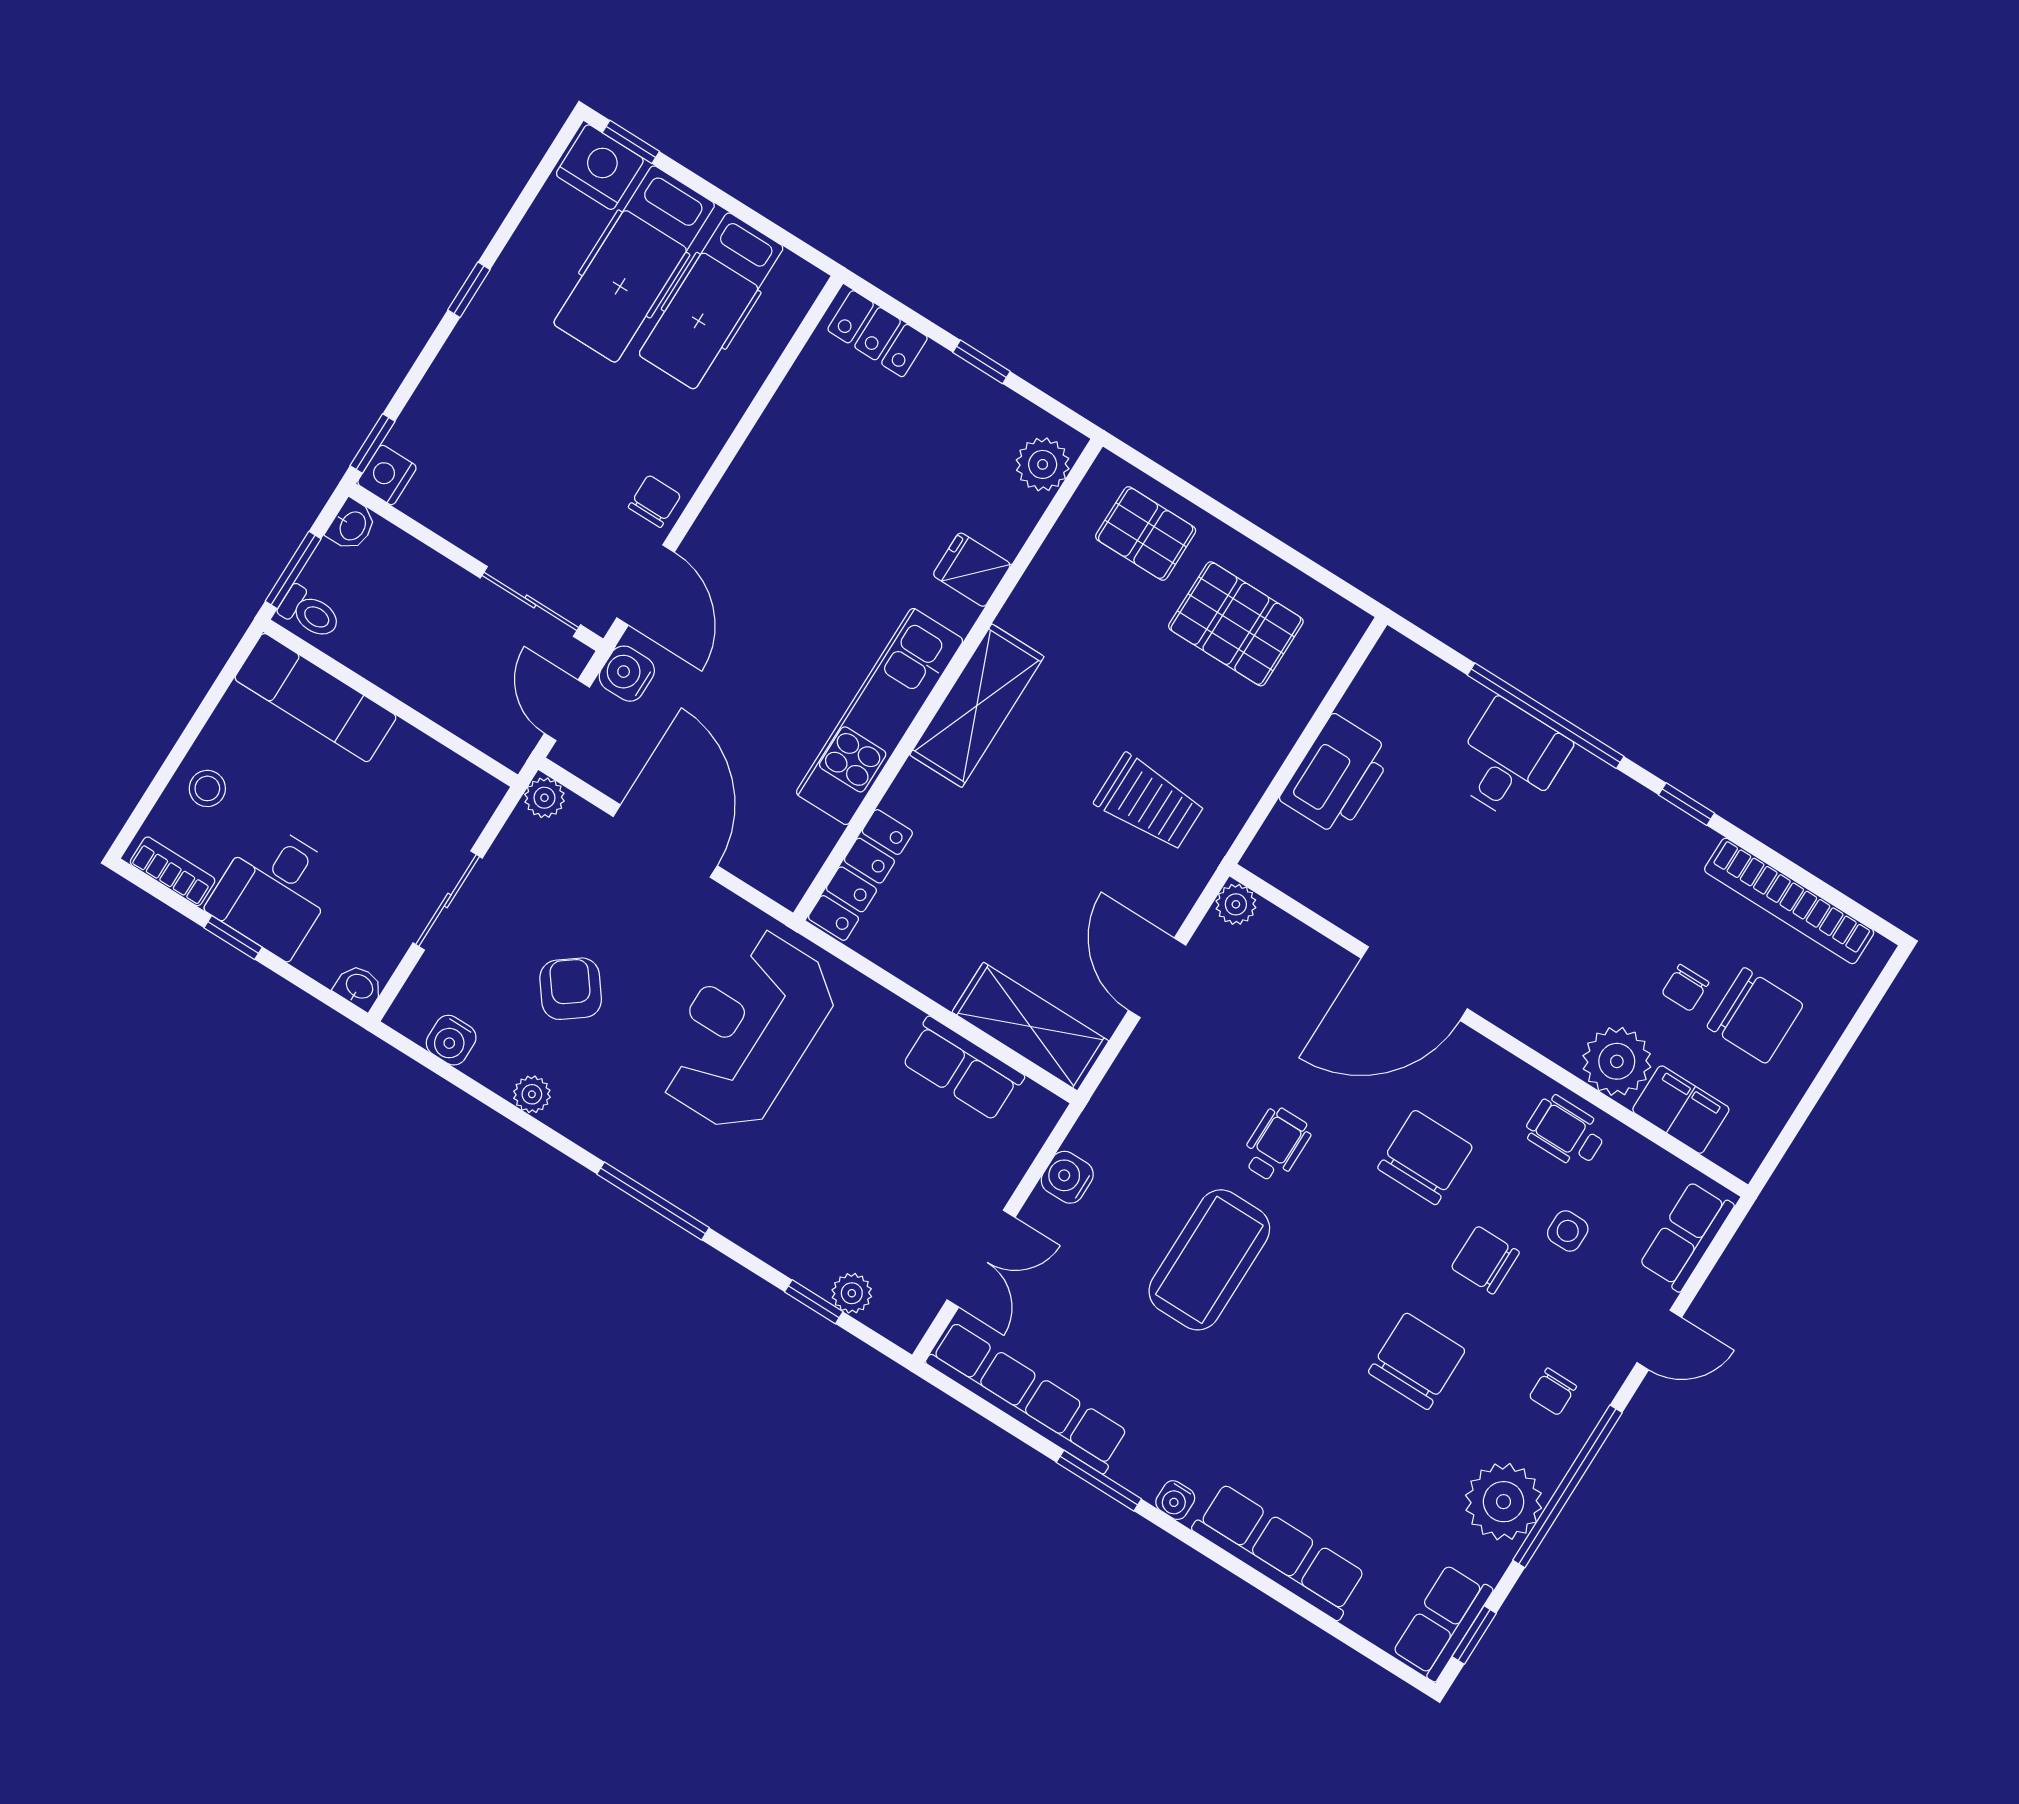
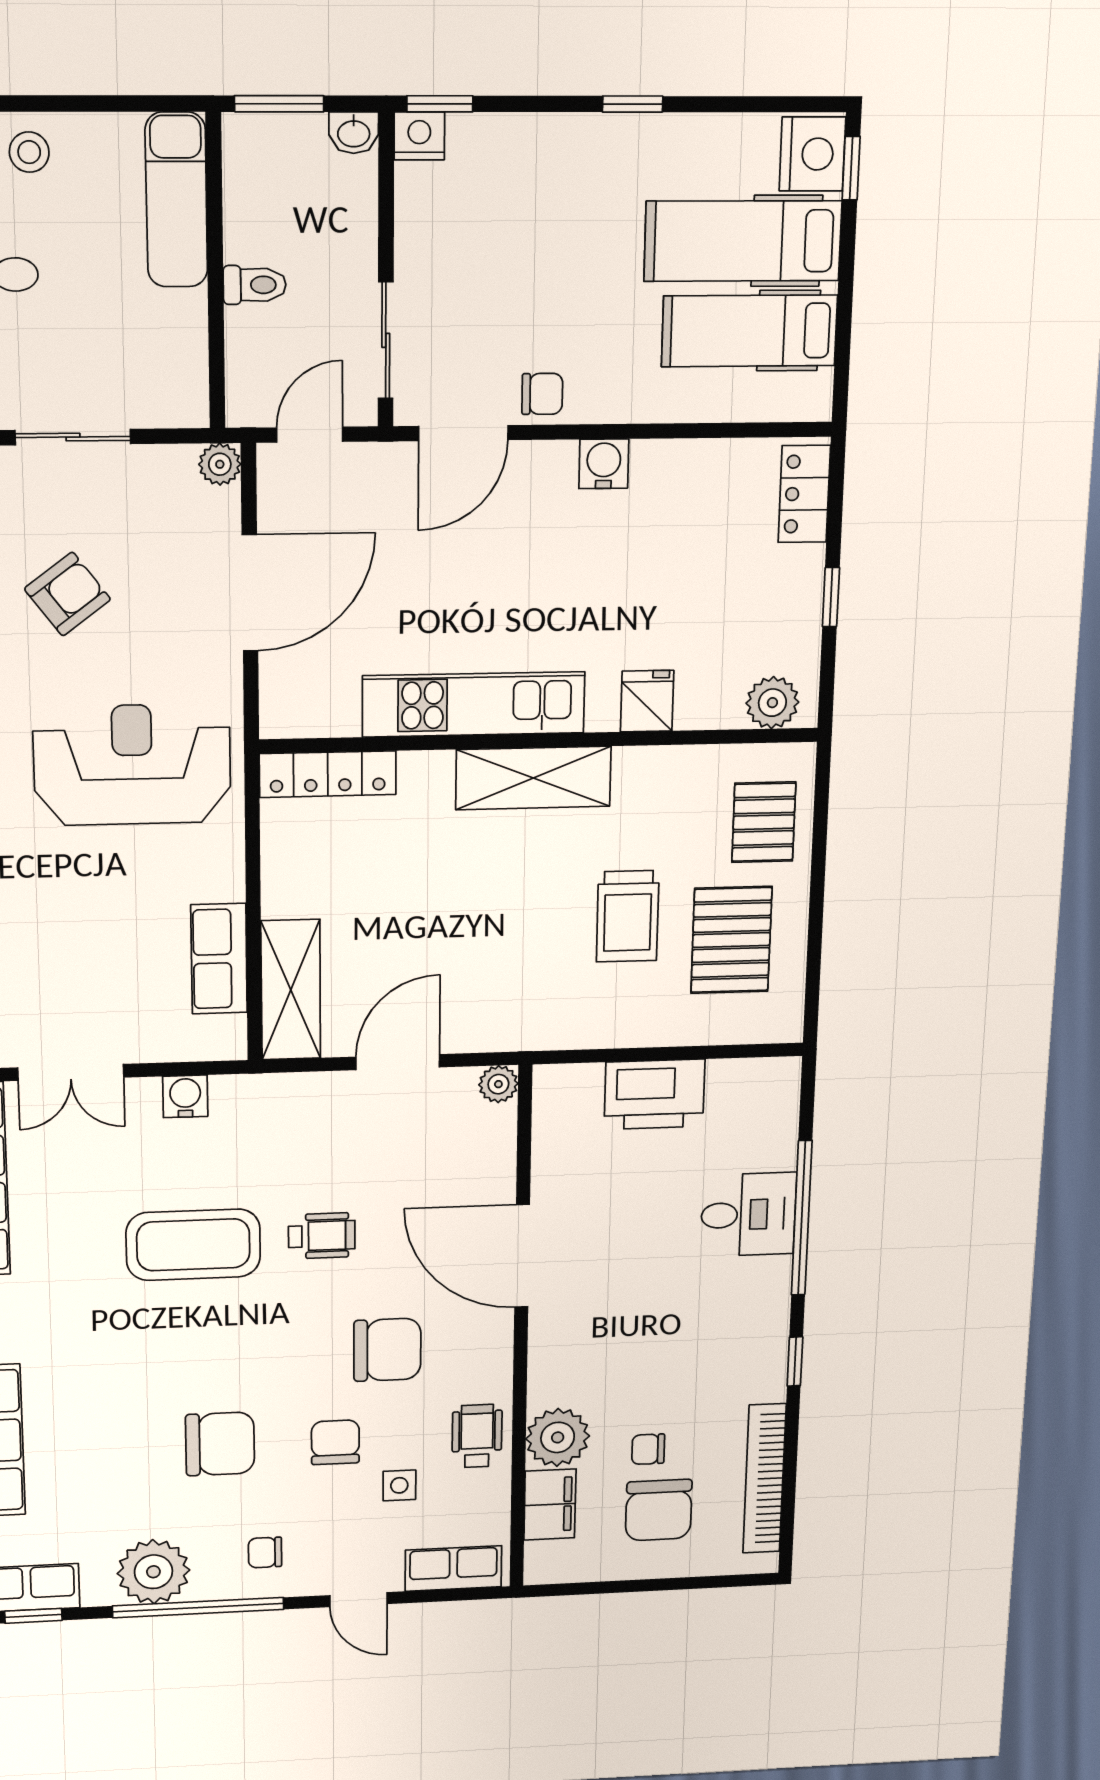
toilet: (310, 613) -> (255, 285), moved, turned -90
water cooler: (627, 674) -> (604, 464), moved
trolley: (1150, 803) -> (628, 916), moved

